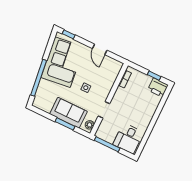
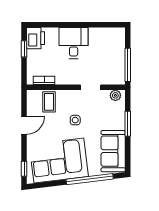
coffee table: (108, 75) -> (49, 102), added
sofa: (68, 113) -> (113, 151), moved
desk: (128, 138) -> (74, 43), moved, turned -90

